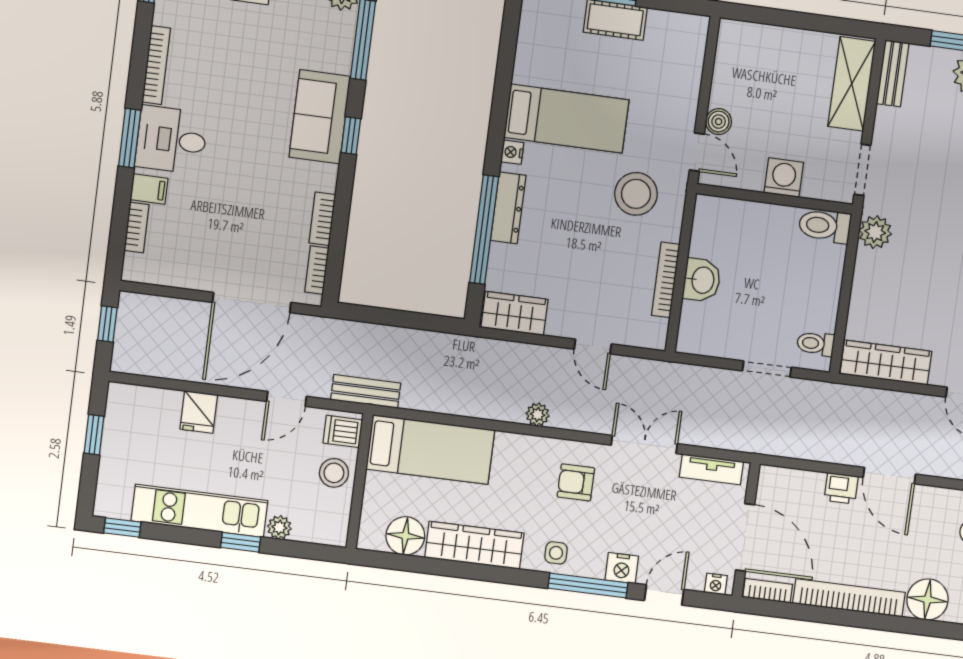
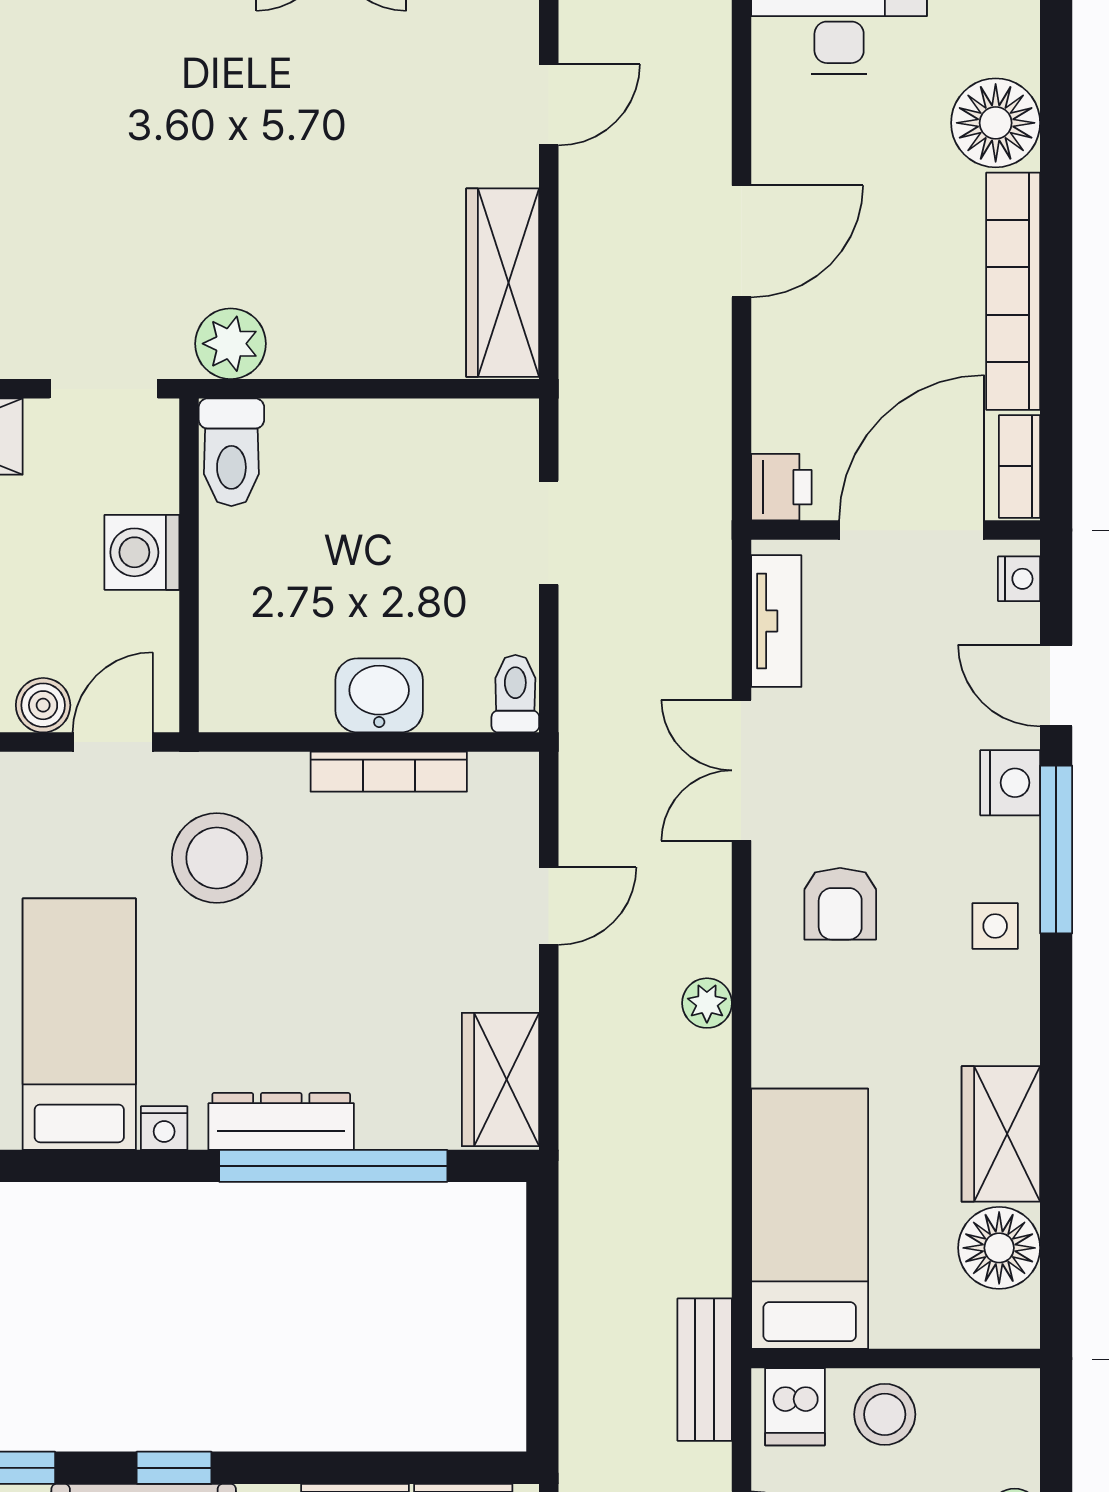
toilet: (816, 344) -> (515, 694), moved, turned 180
printer: (841, 488) -> (781, 487), moved
wardrobe: (474, 545) -> (1001, 1134), width x0.67

